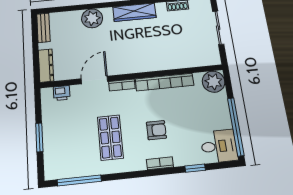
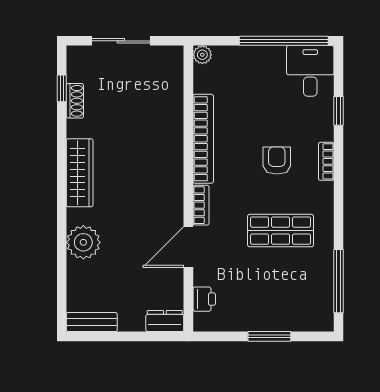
dresser: (46, 65) -> (165, 321), width x0.70
door: (94, 80) -> (188, 247), hinge flipped
plant: (214, 82) -> (202, 55), width x0.53, depth x0.53

